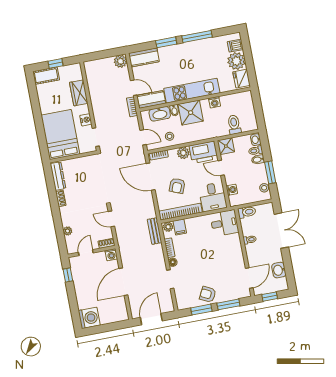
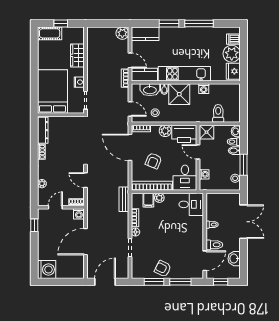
toilet: (247, 212) -> (214, 245), moved
plant: (168, 227) -> (159, 198), moved

